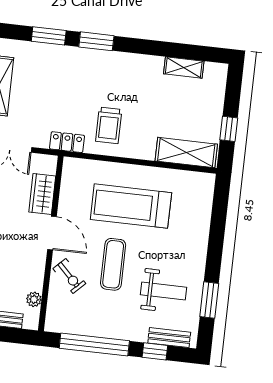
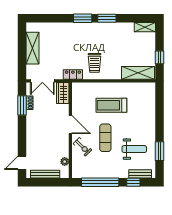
window: (49, 36) -> (107, 18), moved
shelving: (184, 68) -> (145, 27), moved
wardrobe: (42, 194) -> (63, 93), moved
treadmill: (131, 206) -> (111, 105), width x0.73, depth x0.73

